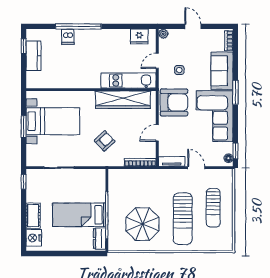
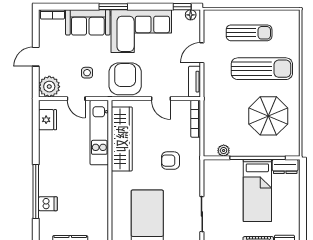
plant: (163, 34) -> (49, 87), width x1.88, depth x1.88
armchair: (105, 141) -> (170, 161), turned -47
plant: (113, 186) -> (224, 151), added

